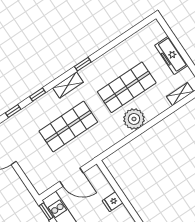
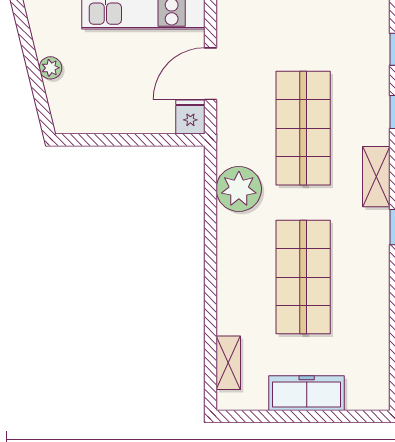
plant: (134, 119) -> (239, 189), moved
fridge: (113, 202) -> (190, 117), moved

